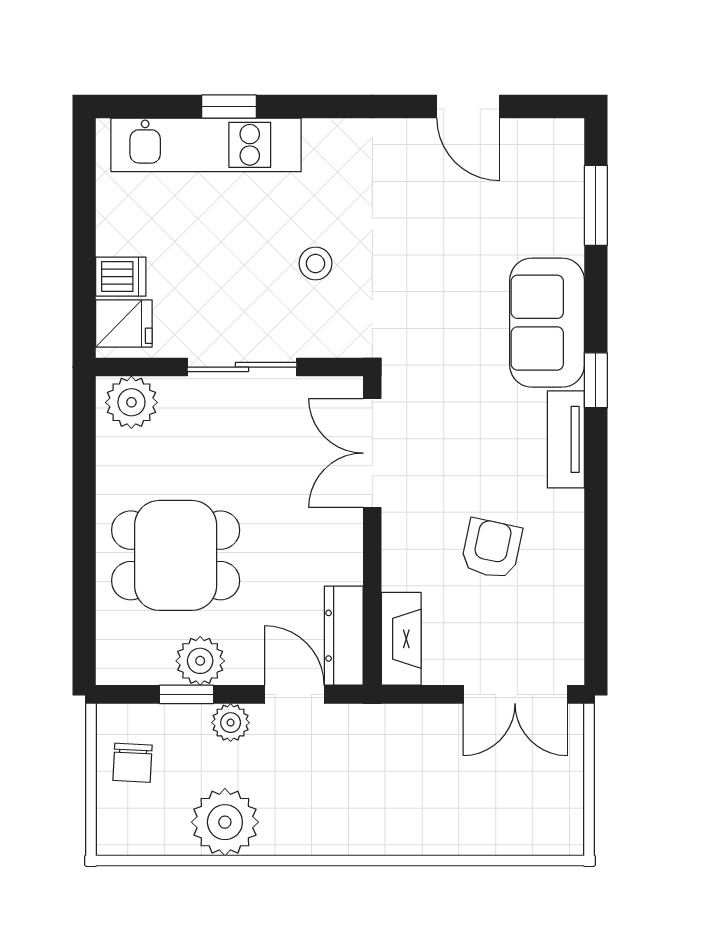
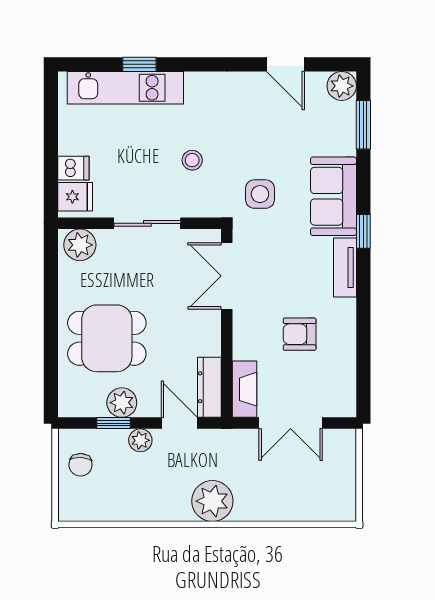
plant: (561, 142) -> (342, 86), added
side table: (427, 319) -> (260, 194), added
armchair: (491, 549) -> (300, 334), turned -102
double door: (515, 694) -> (291, 423), moved
plant: (225, 822) -> (212, 501), moved

